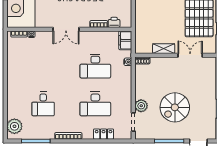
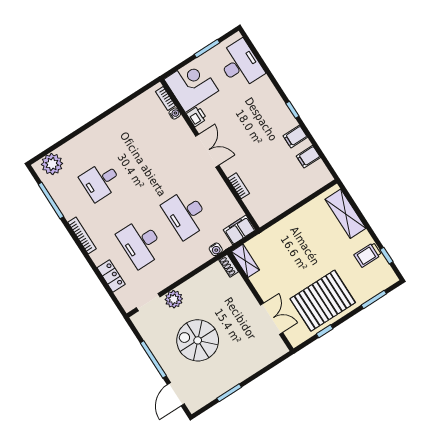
printer: (114, 22) -> (197, 116), moved
double door: (66, 29) -> (207, 151), swing flipped
shelving: (164, 49) -> (245, 261), moved

